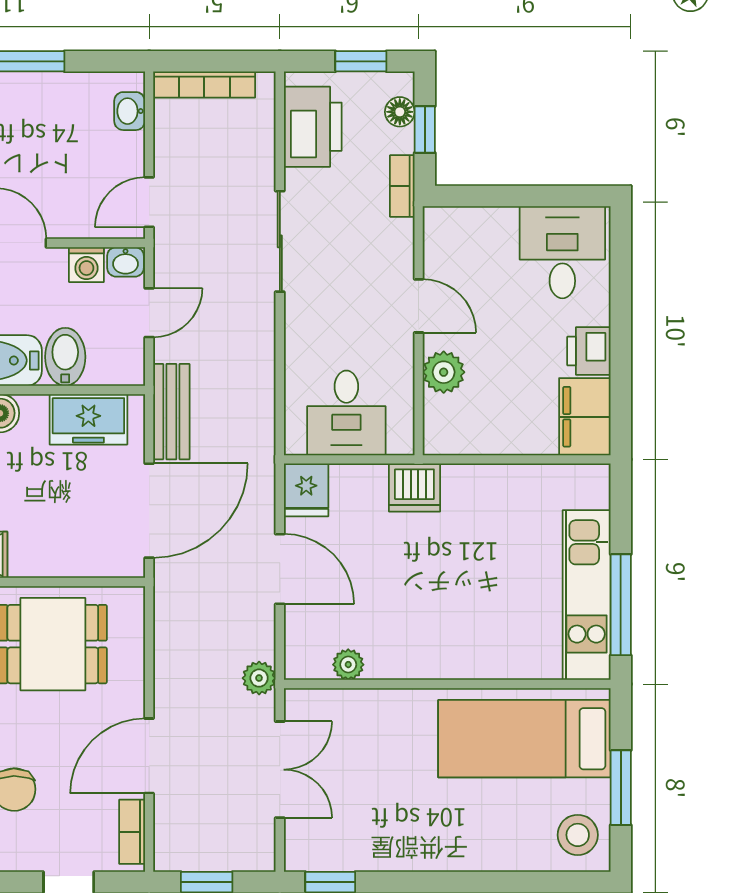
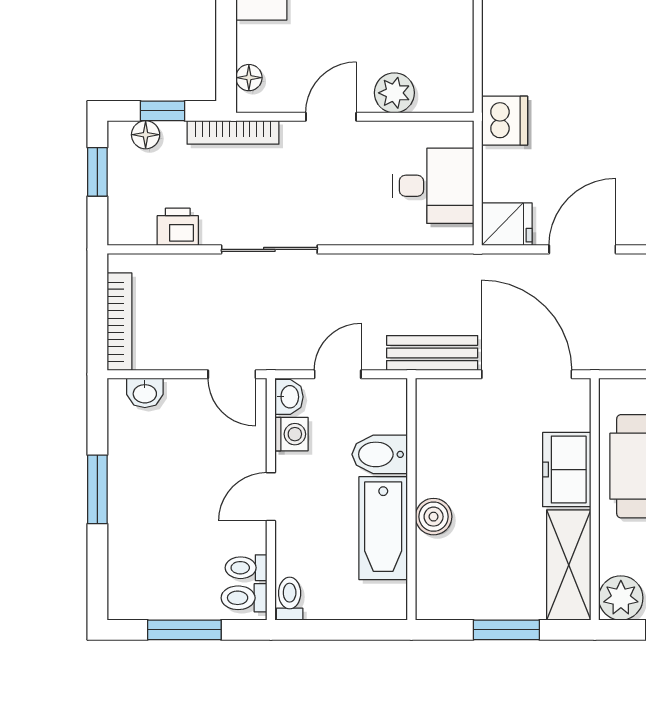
printer: (313, 127) -> (178, 227), width x0.53, depth x0.68
bookcase: (402, 186) -> (233, 132), width x1.56
floor lamp: (460, 220) -> (249, 78), added
door: (149, 313) -> (338, 374), hinge flipped
freezer: (88, 419) -> (567, 470), moved, turned 180

